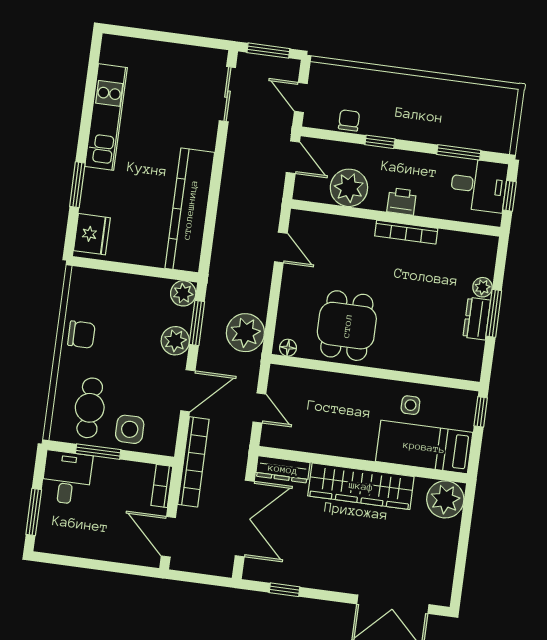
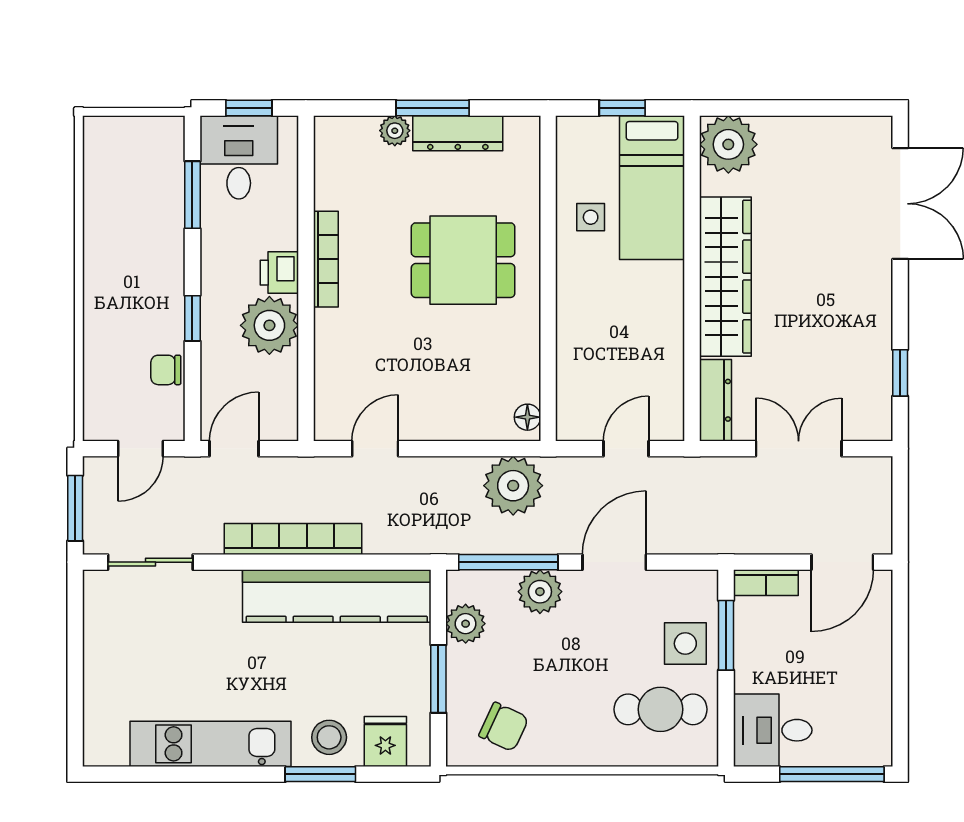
plant: (349, 188) -> (269, 325), moved
stool: (100, 193) -> (329, 737), added
fridge: (92, 234) -> (385, 741), width x0.72
window: (128, 268) -> (438, 679), added
plant: (183, 293) -> (466, 624), moved
dresser: (477, 319) -> (458, 133), width x1.44
window: (197, 323) -> (508, 562), width x1.44
dining table: (347, 326) -> (463, 260), moved
chair: (81, 335) -> (504, 727), moved, turned 115
door: (188, 391) -> (614, 562), hinge flipped
window: (481, 412) -> (622, 108), moved
window: (98, 452) -> (726, 635), moved
bookcase: (193, 462) -> (293, 539), moved
window: (34, 512) -> (832, 774), width x1.44
double door: (245, 518) -> (799, 449), width x0.73

